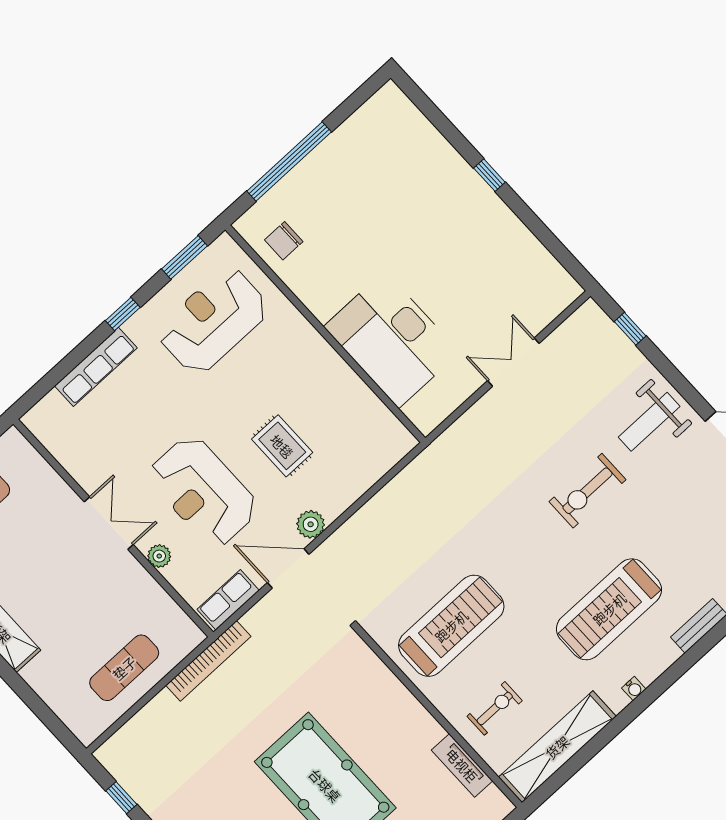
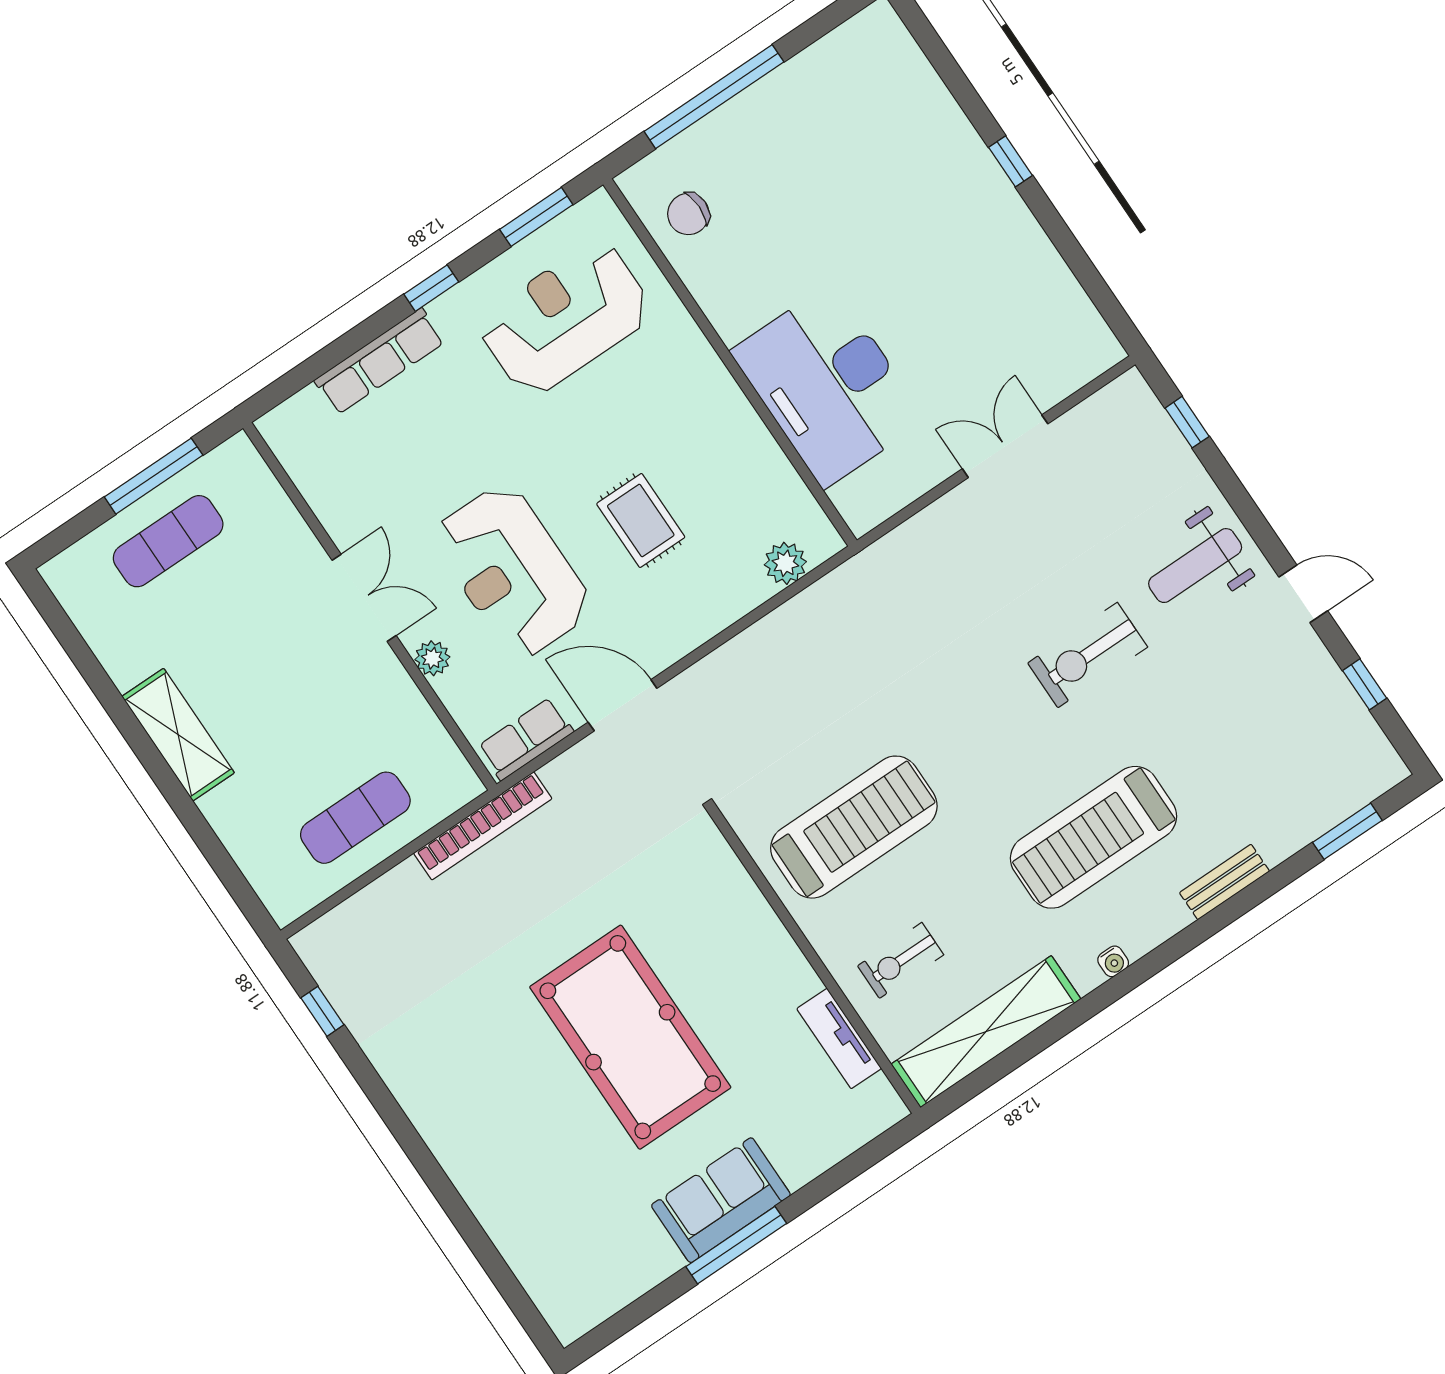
plant: (311, 524) -> (785, 563), moved
exercise bike: (495, 708) -> (901, 960), turned 180

